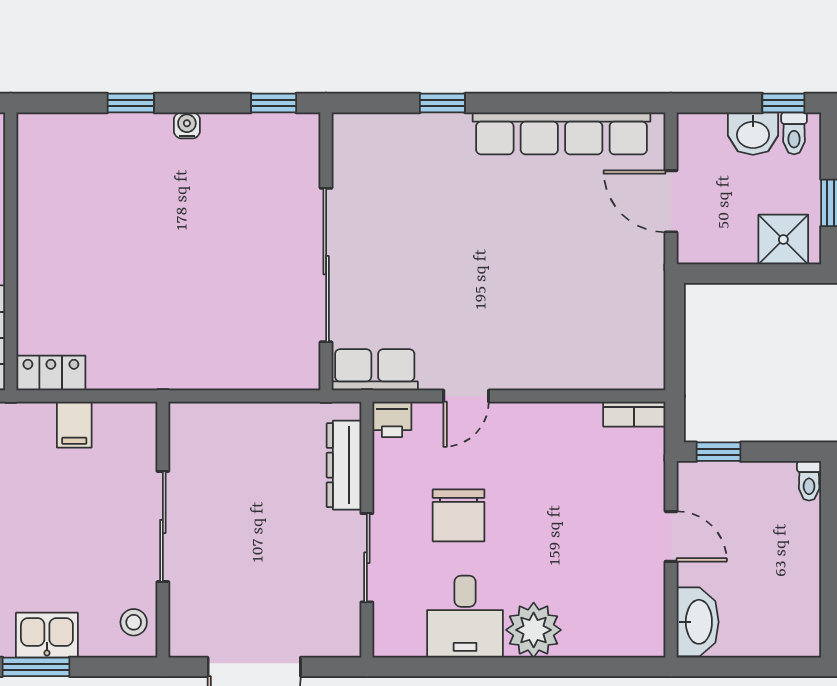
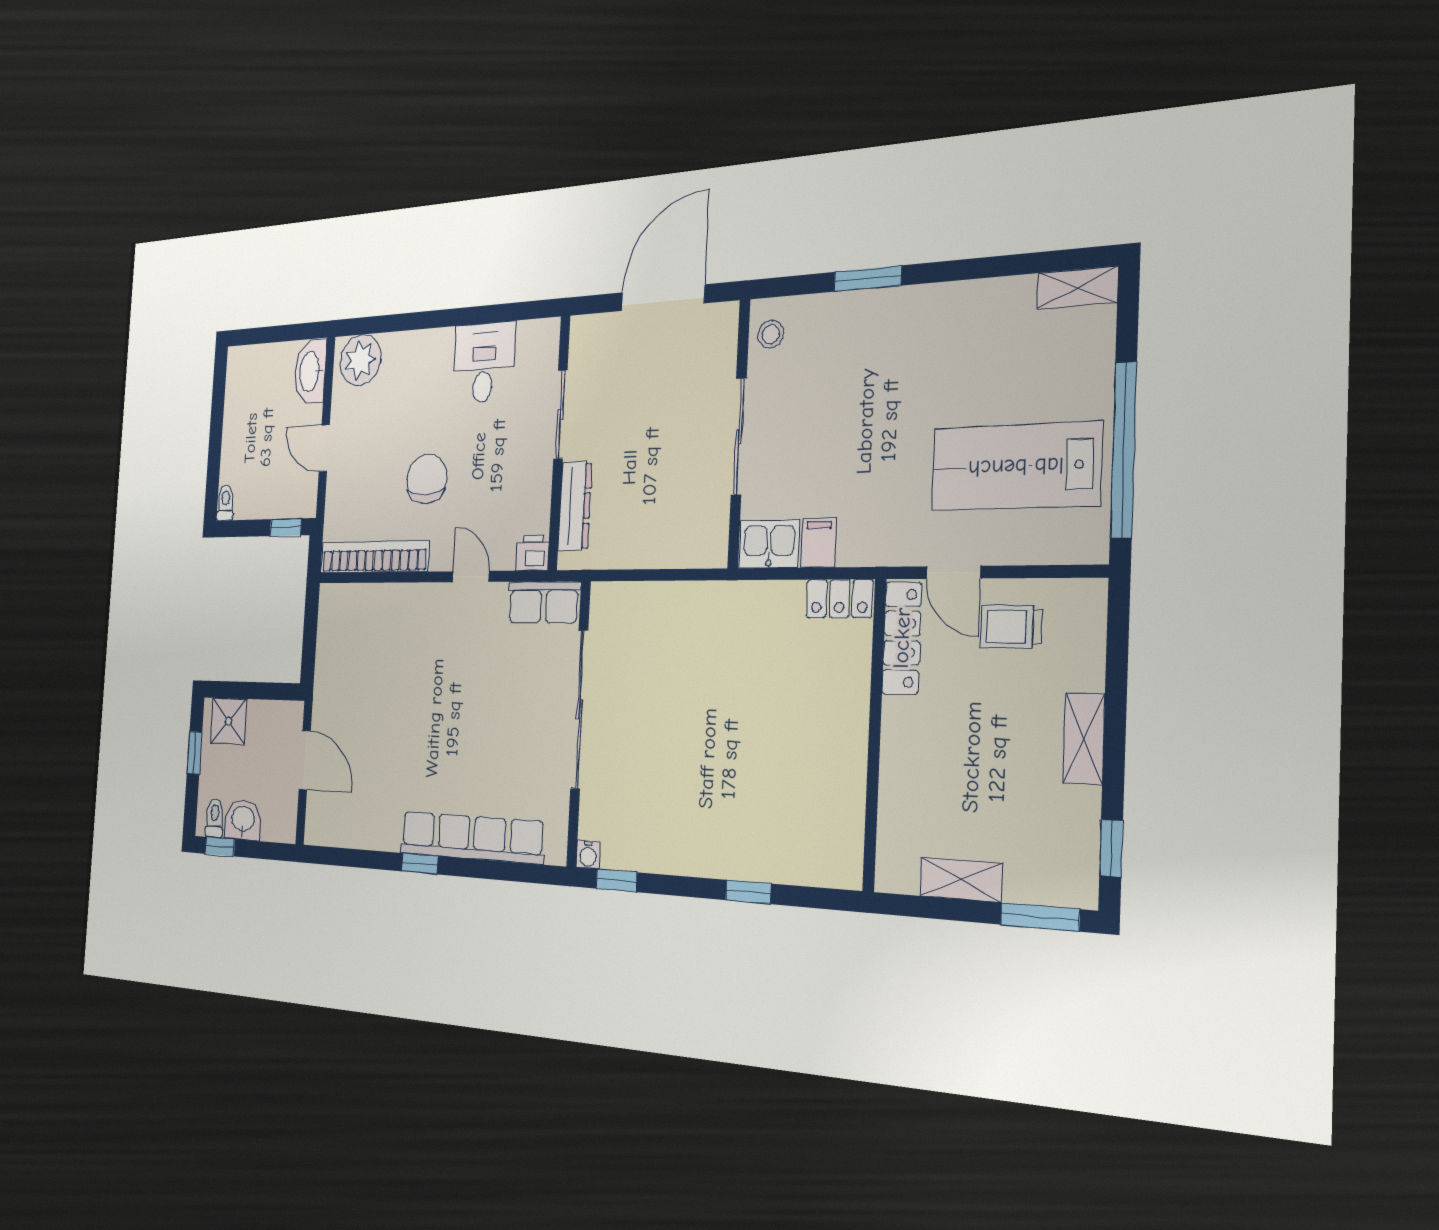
window: (442, 103) -> (420, 864), moved
water cooler: (187, 125) -> (588, 855), moved
row of seats: (562, 133) -> (471, 837), moved
door: (466, 396) -> (471, 577), hinge flipped
bookcase: (634, 414) -> (374, 557), width x2.31, depth x1.31
chair: (459, 515) -> (427, 479), moved
plant: (534, 630) -> (360, 360), moved
kitchen sink: (47, 635) -> (769, 544), moved, turned 180

